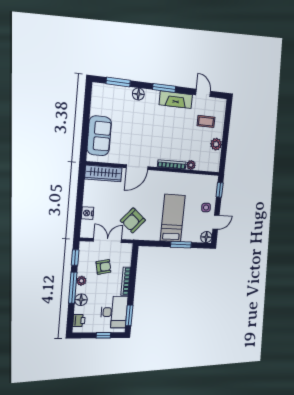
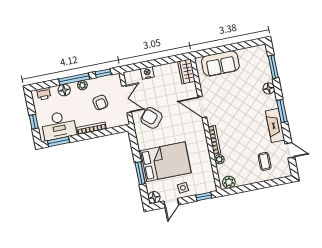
door: (203, 93) -> (290, 150), hinge flipped
plant: (216, 144) -> (229, 182), moved
wardrobe: (103, 173) -> (186, 71), width x0.67
bed: (173, 218) -> (165, 162), width x1.50
door: (216, 222) -> (171, 203), hinge flipped

